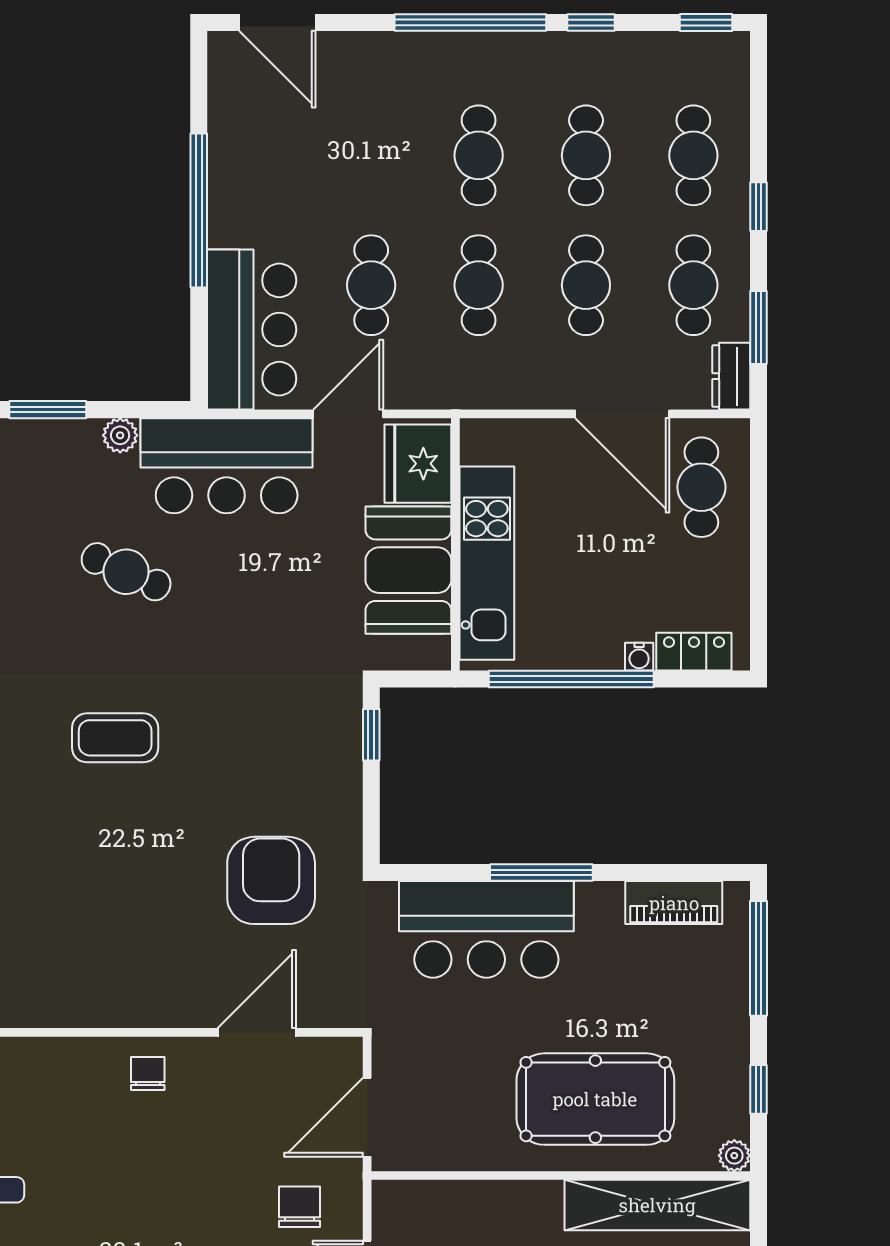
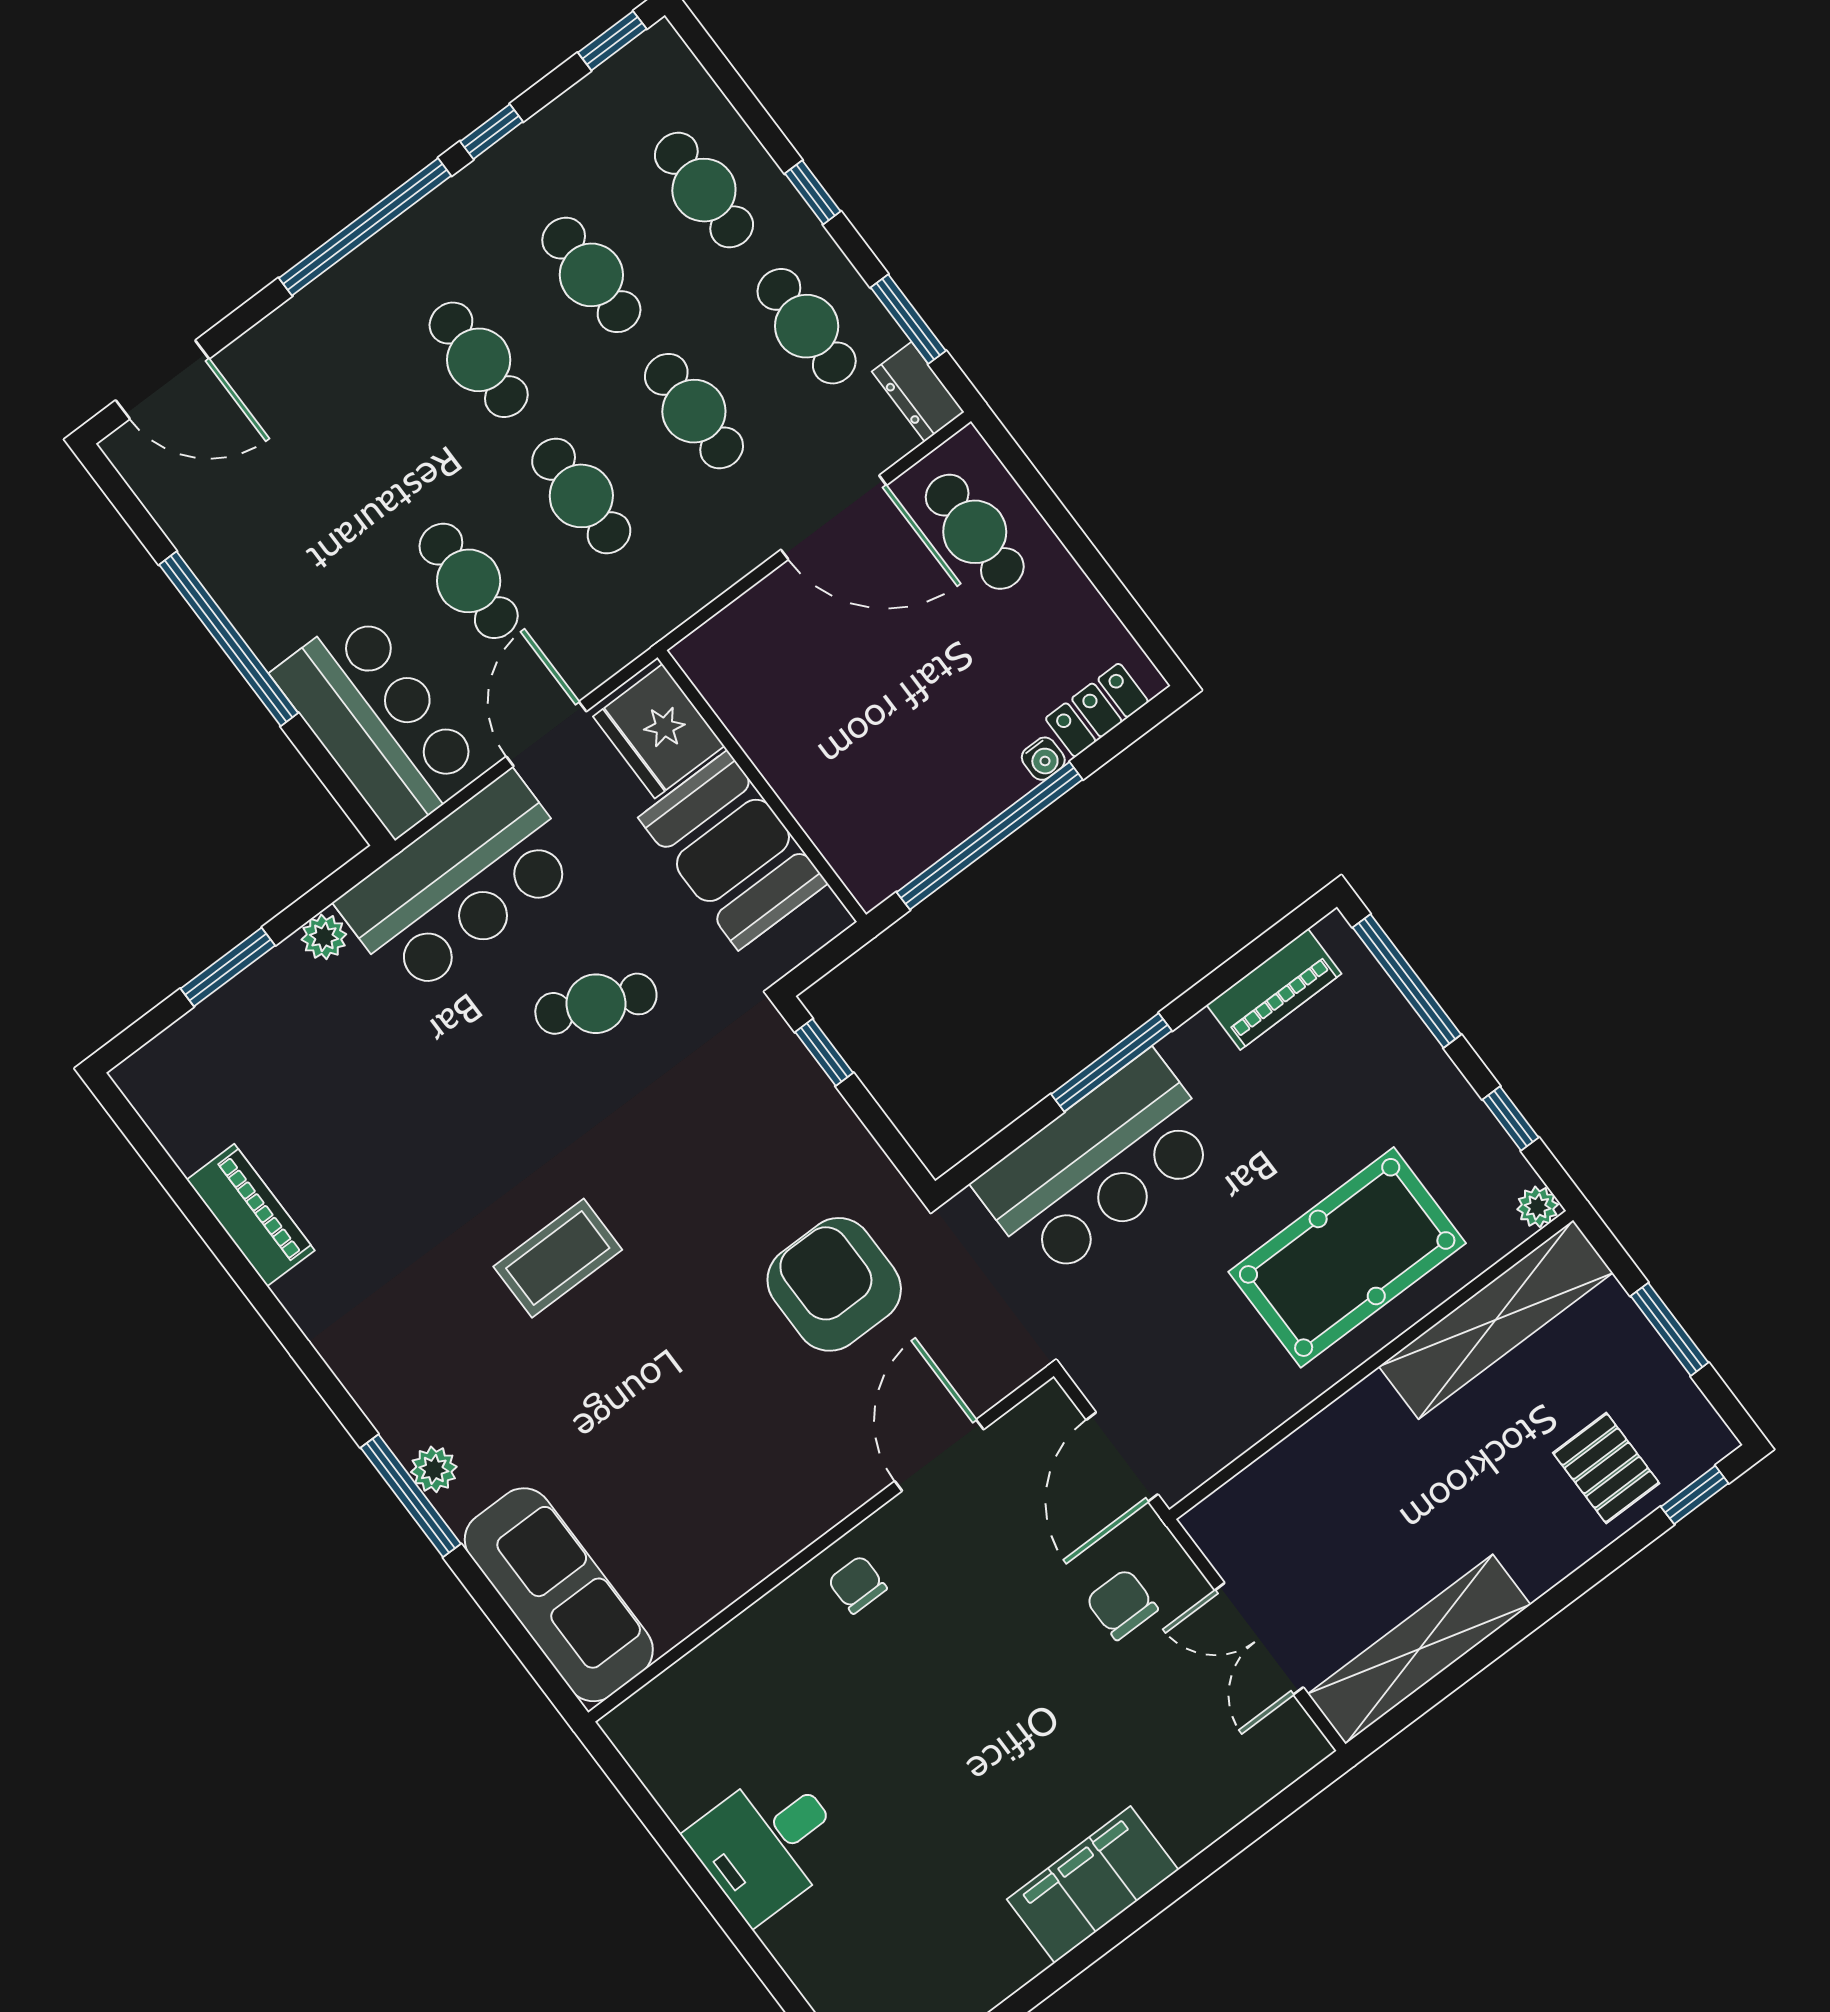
kitchen unit: (487, 563) -> (810, 781), removed
cafe table: (126, 572) -> (596, 1004), moved

